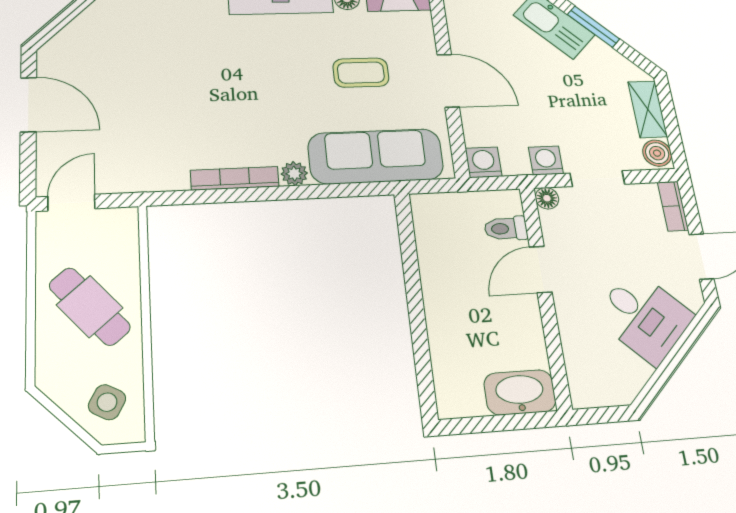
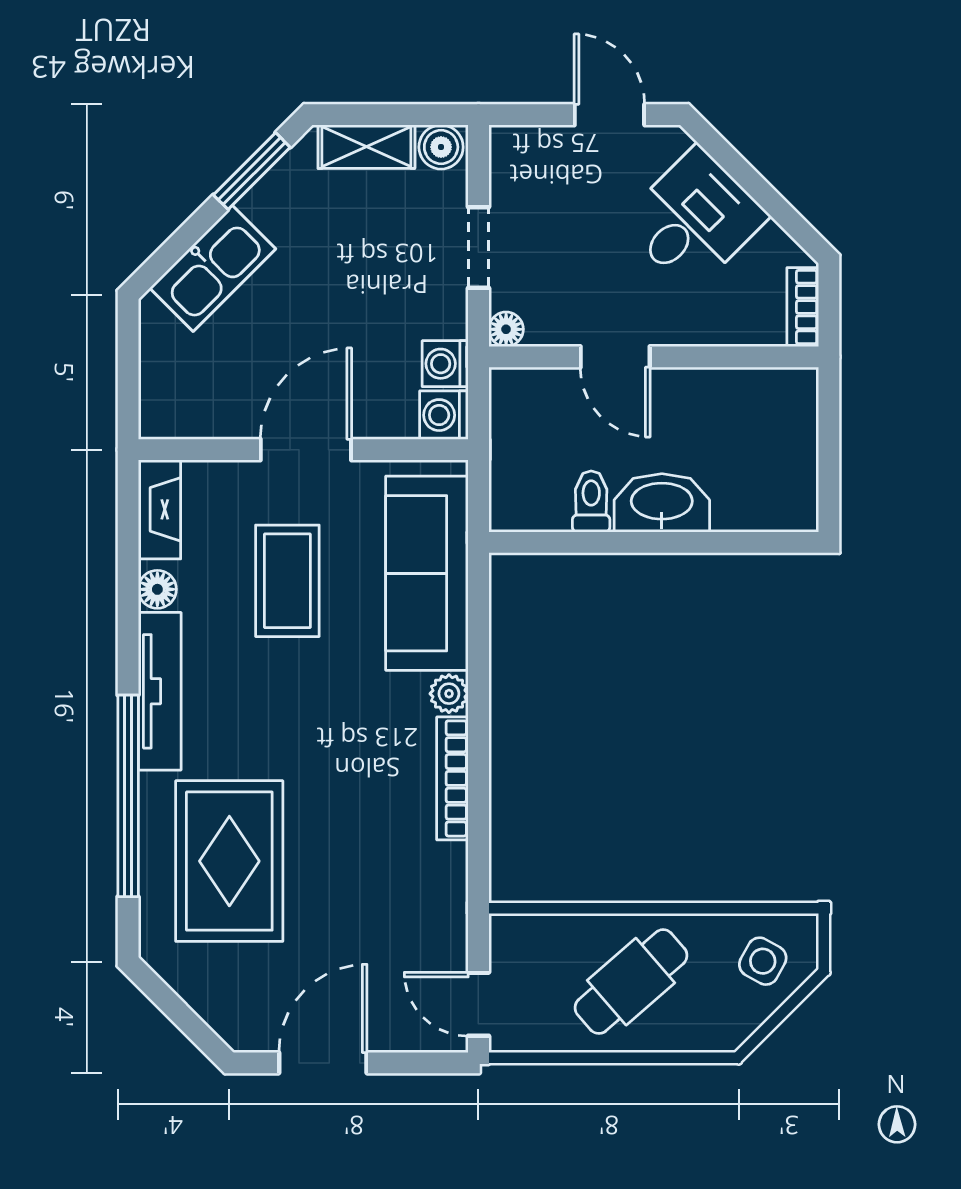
window: (594, 27) -> (252, 171), moved
rug: (170, 44) -> (229, 861), added
coffee table: (361, 73) -> (287, 581), width x1.36, depth x1.30
washing machine: (546, 160) -> (445, 364), moved
bookcase: (673, 206) -> (803, 307), moved, turned 90
toilet: (506, 229) -> (591, 501), moved, turned 180
washbasin: (520, 392) -> (662, 503), moved, turned 90

